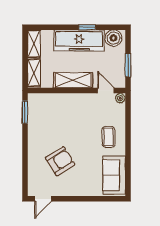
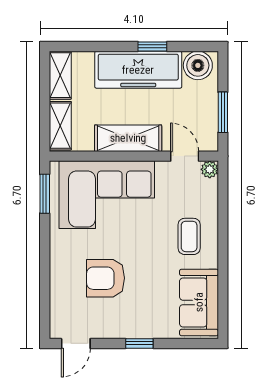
corner sofa: (61, 113) -> (107, 195), added
armchair: (60, 161) -> (106, 278), turned -148
window: (80, 199) -> (139, 343), added

